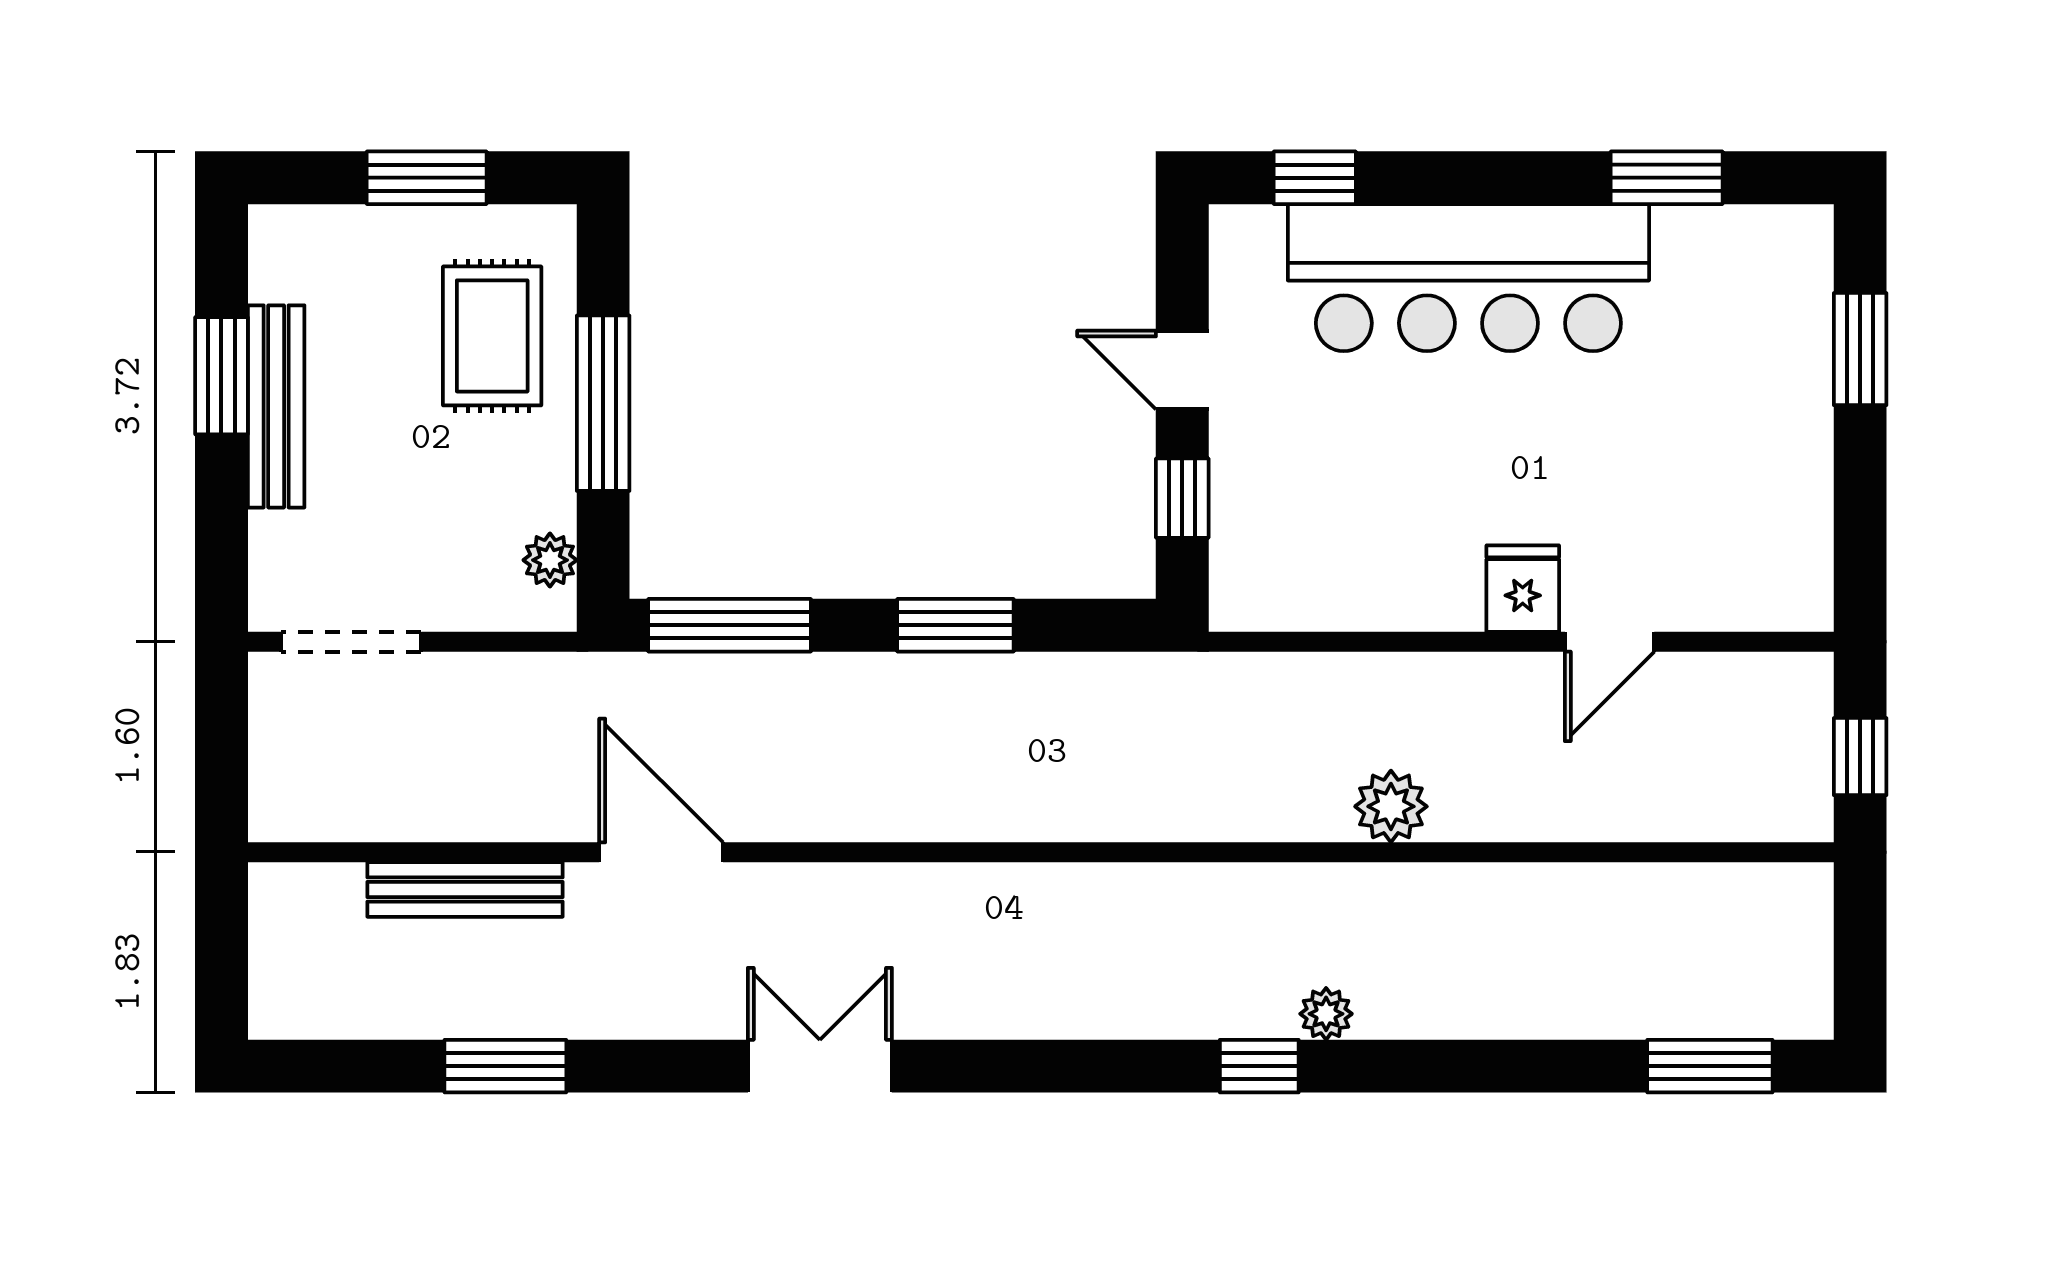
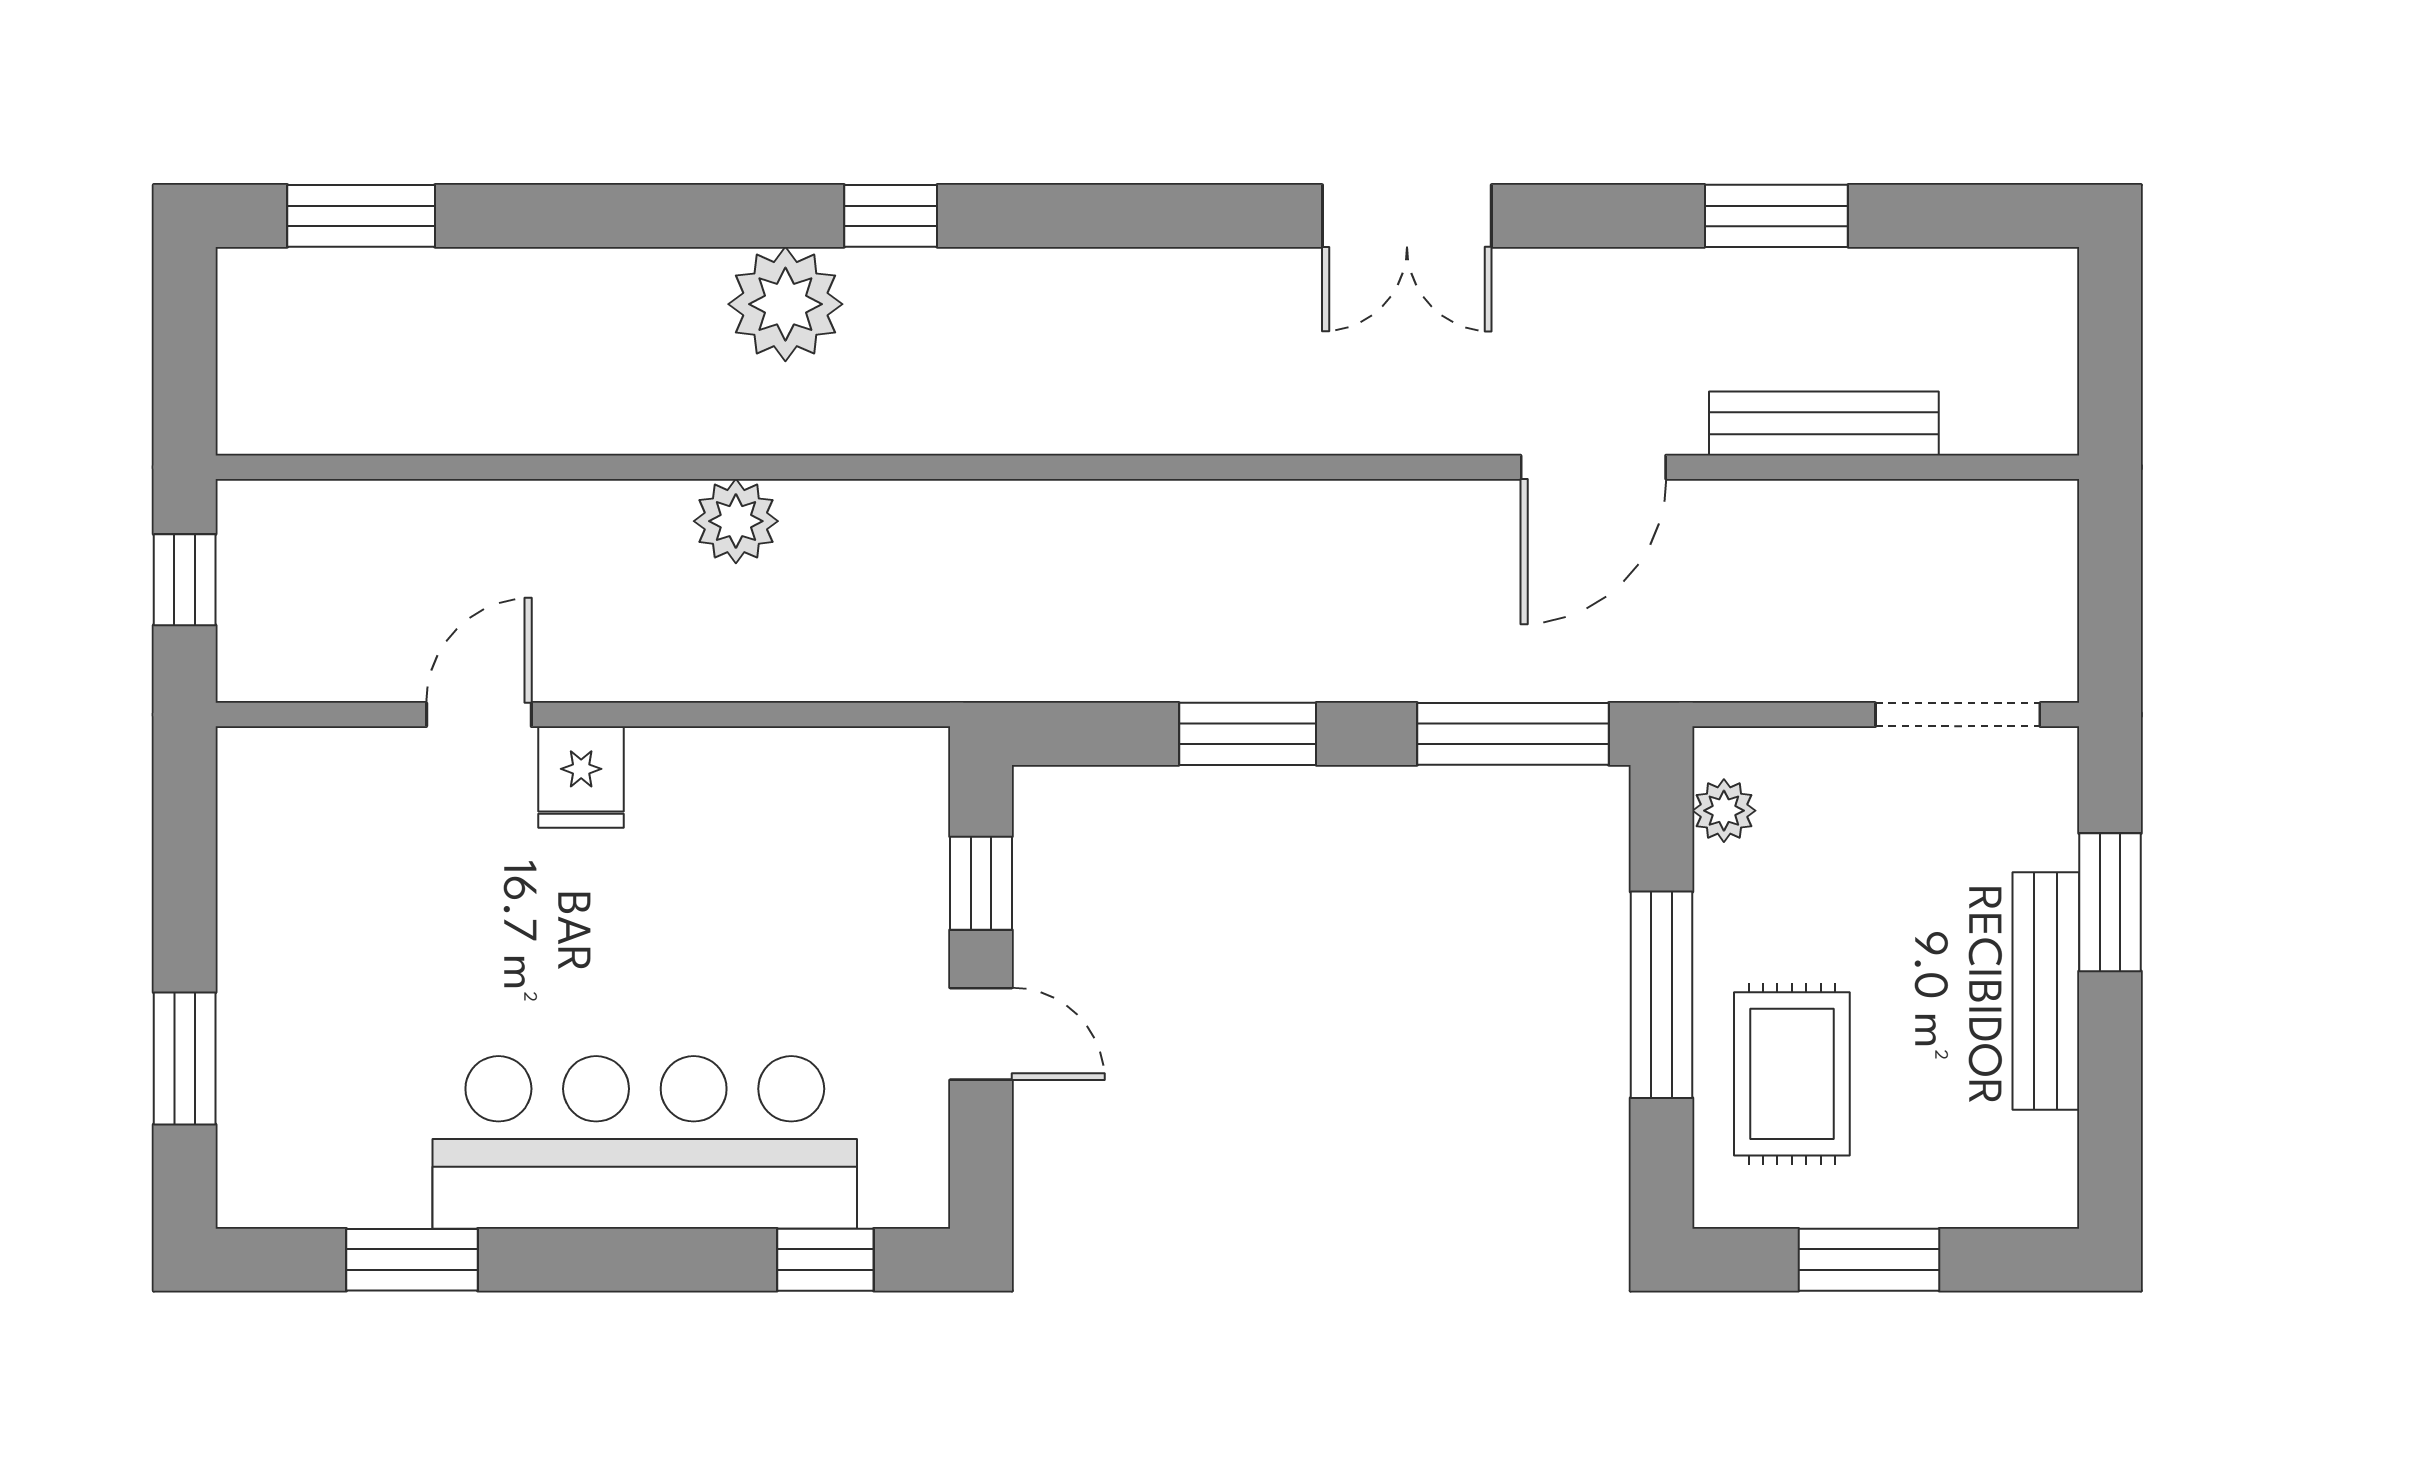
window: (221, 376) -> (2110, 902), moved
door: (661, 852) -> (1593, 467), hinge flipped
plant: (1326, 1014) -> (785, 304), width x1.87, depth x1.87

